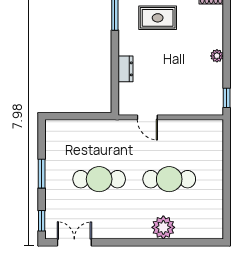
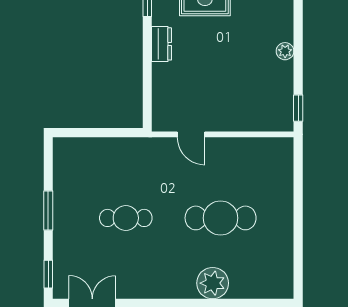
dresser: (126, 69) -> (162, 44), moved
cafe table: (99, 179) -> (126, 218), width x0.73, depth x0.74

